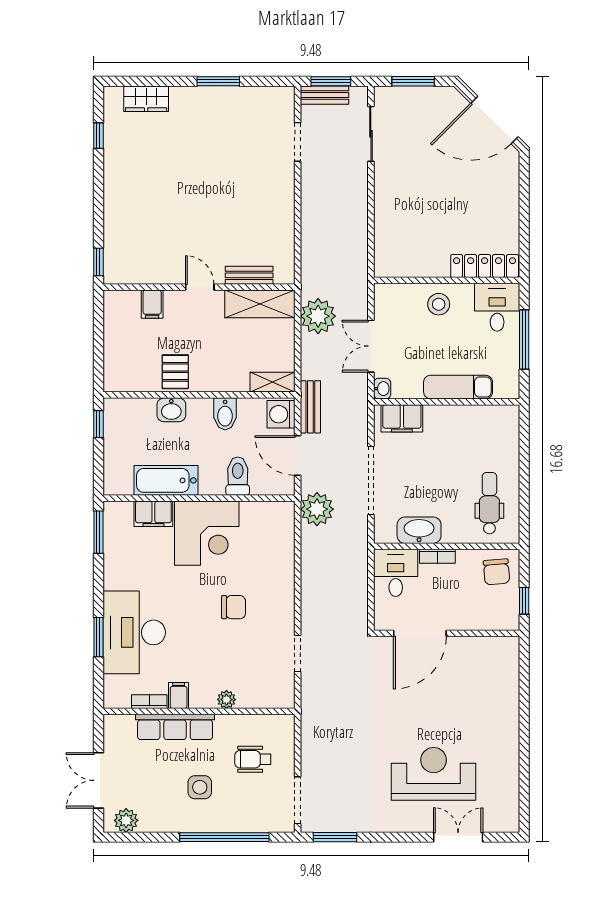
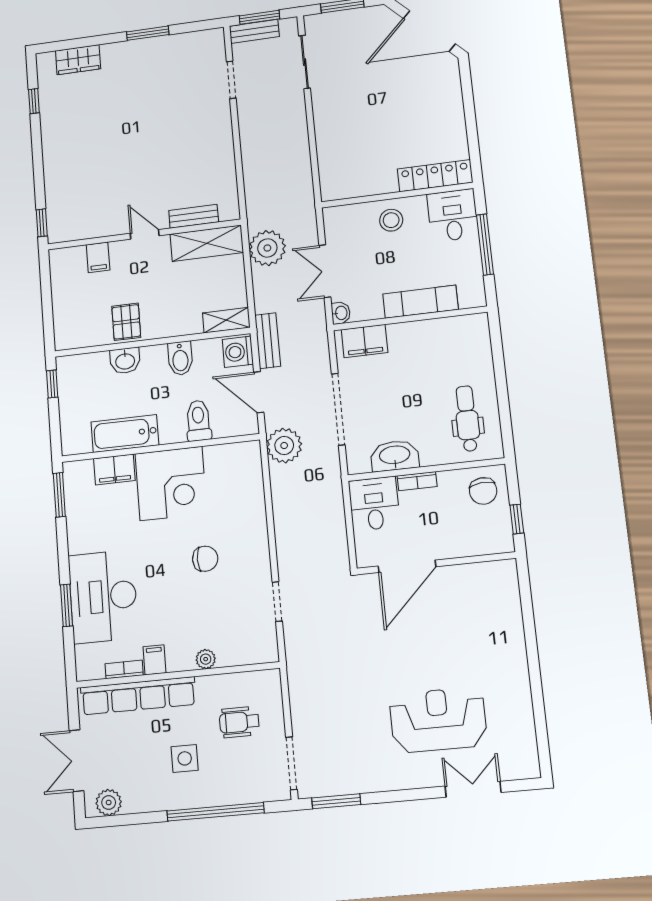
row of seats: (175, 727) -> (138, 696), width x1.36

